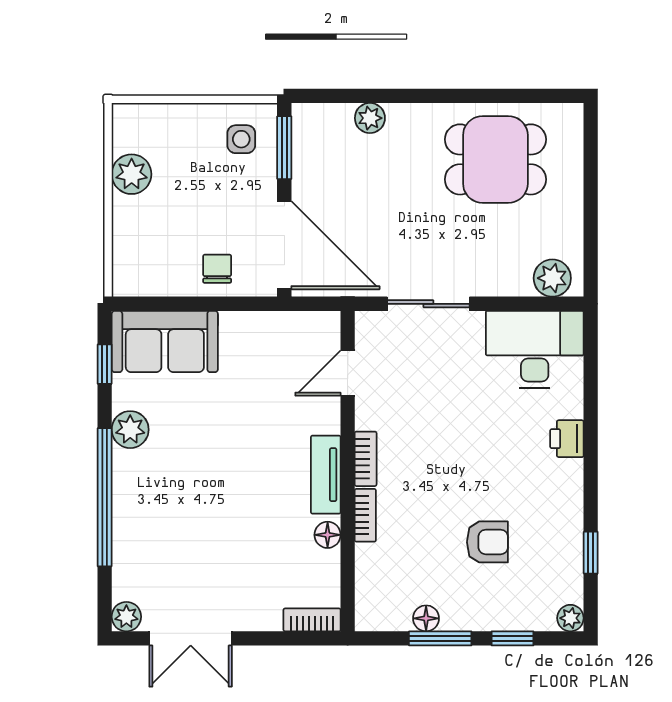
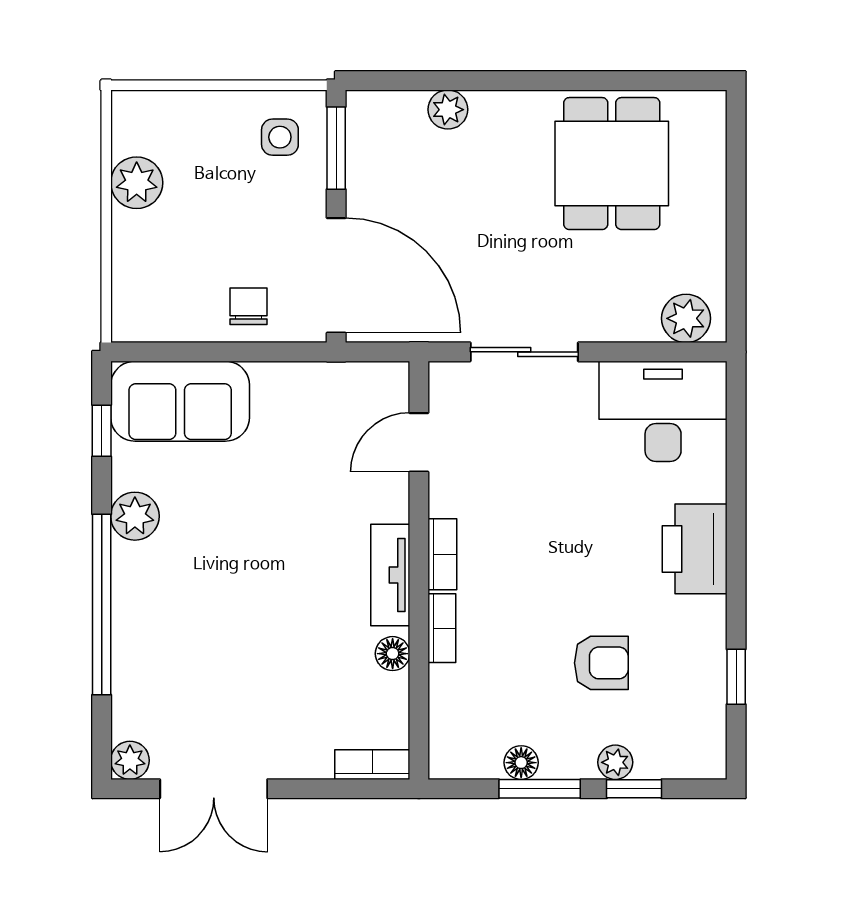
dining table: (495, 159) -> (612, 164), turned 90
printer: (567, 439) -> (695, 549), width x1.87, depth x1.48
plant: (570, 618) -> (615, 762), moved

